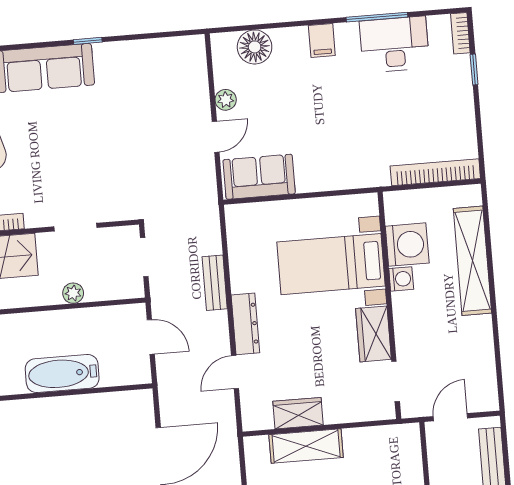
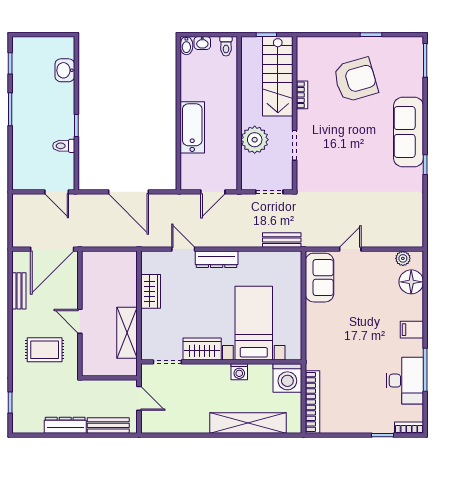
plant: (226, 100) -> (403, 258), moved
door: (216, 137) -> (350, 249), swing flipped
washing machine: (407, 245) -> (287, 378), moved
bench: (215, 283) -> (282, 240), moved
plant: (73, 293) -> (255, 140), width x1.88, depth x1.88
shelving: (306, 446) -> (127, 333), moved

